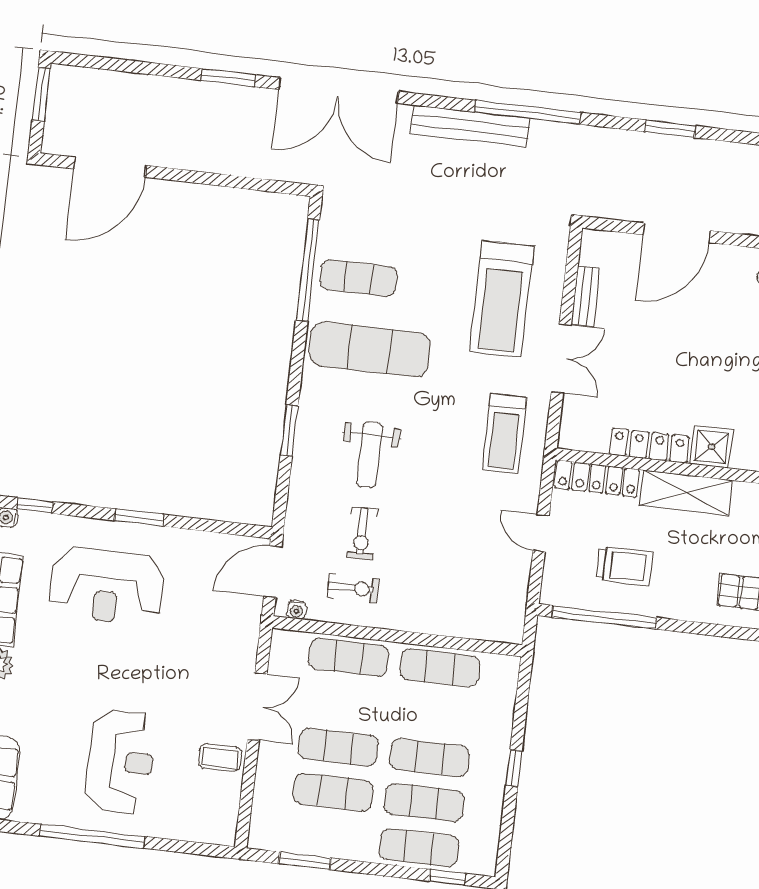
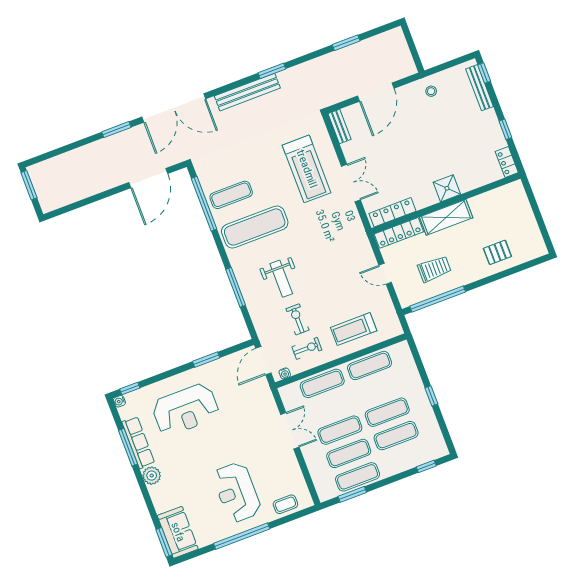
window: (527, 112) -> (272, 71), width x0.47
door: (110, 167) -> (148, 178), moved
bench: (586, 296) -> (340, 127), moved
window: (289, 431) -> (236, 287), width x1.44
treadmill: (504, 434) -> (354, 329), moved, turned 90
locker: (649, 445) -> (392, 212), moved
window: (139, 518) -> (206, 360), moved
exercise bike: (362, 534) -> (297, 319), turned 180
coffee table: (220, 758) -> (285, 504), moved
reception desk: (120, 762) -> (237, 492), turned 180
exercise mat: (419, 848) -> (358, 477), moved

